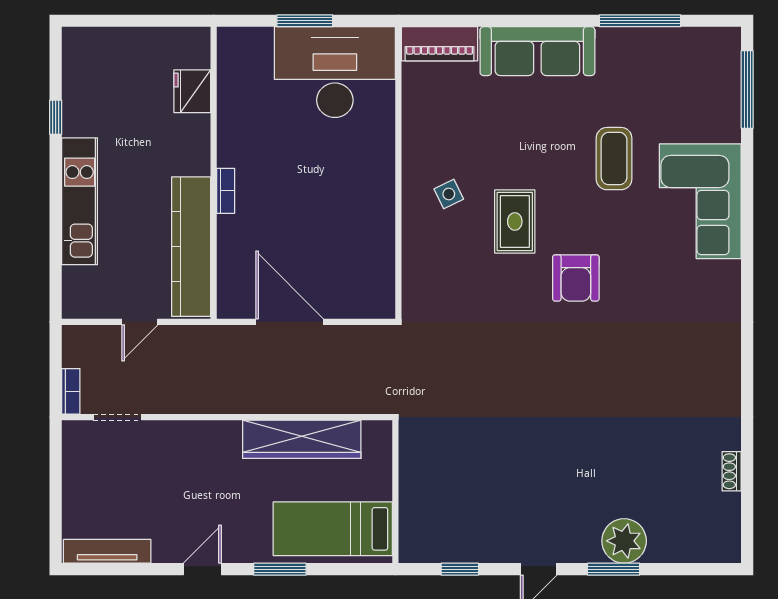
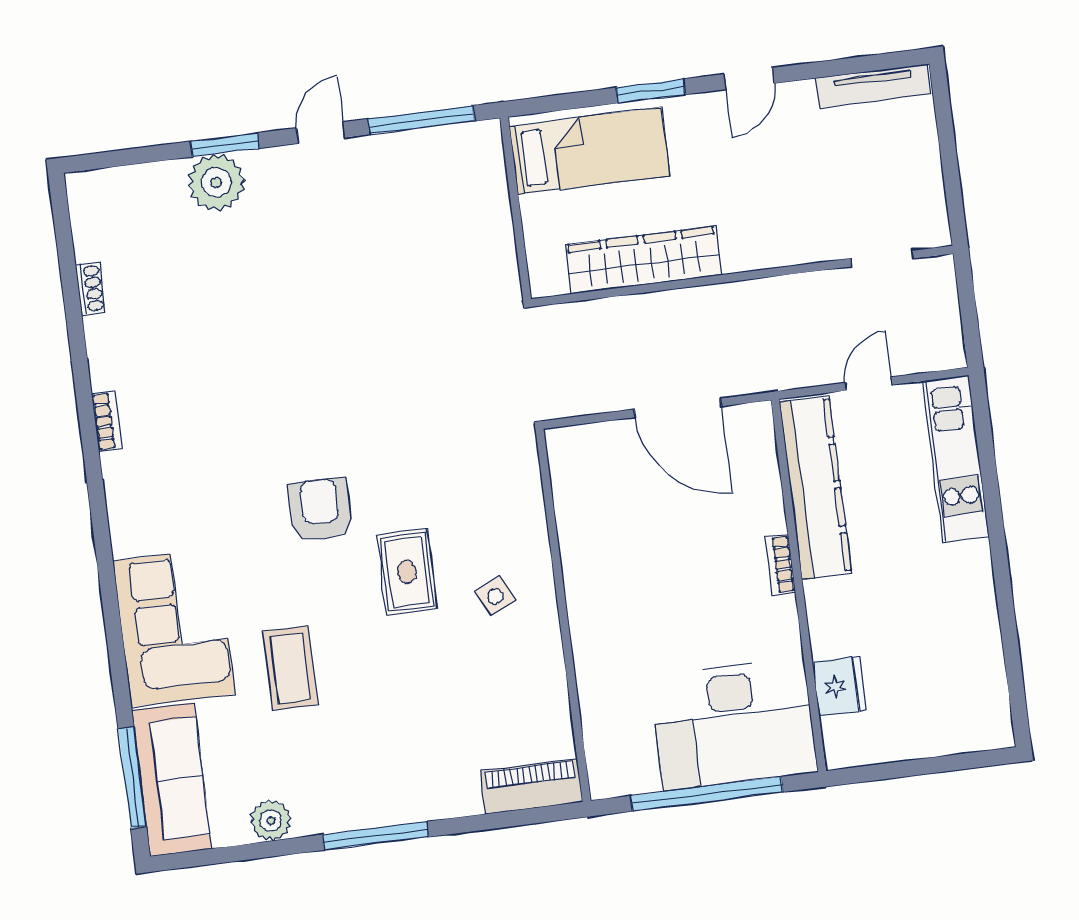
window: (305, 21) -> (707, 794), width x2.11
window: (640, 21) -> (376, 836), moved
plant: (644, 43) -> (271, 820), added
sofa: (537, 51) -> (172, 779), moved, turned 90
desk: (335, 72) -> (734, 724), moved
window: (56, 117) -> (1009, 631), removed
kitchen unit: (80, 201) -> (956, 459), moved
bookcase: (71, 391) -> (107, 421), moved, turned 180
window: (460, 569) -> (421, 120), width x2.17

